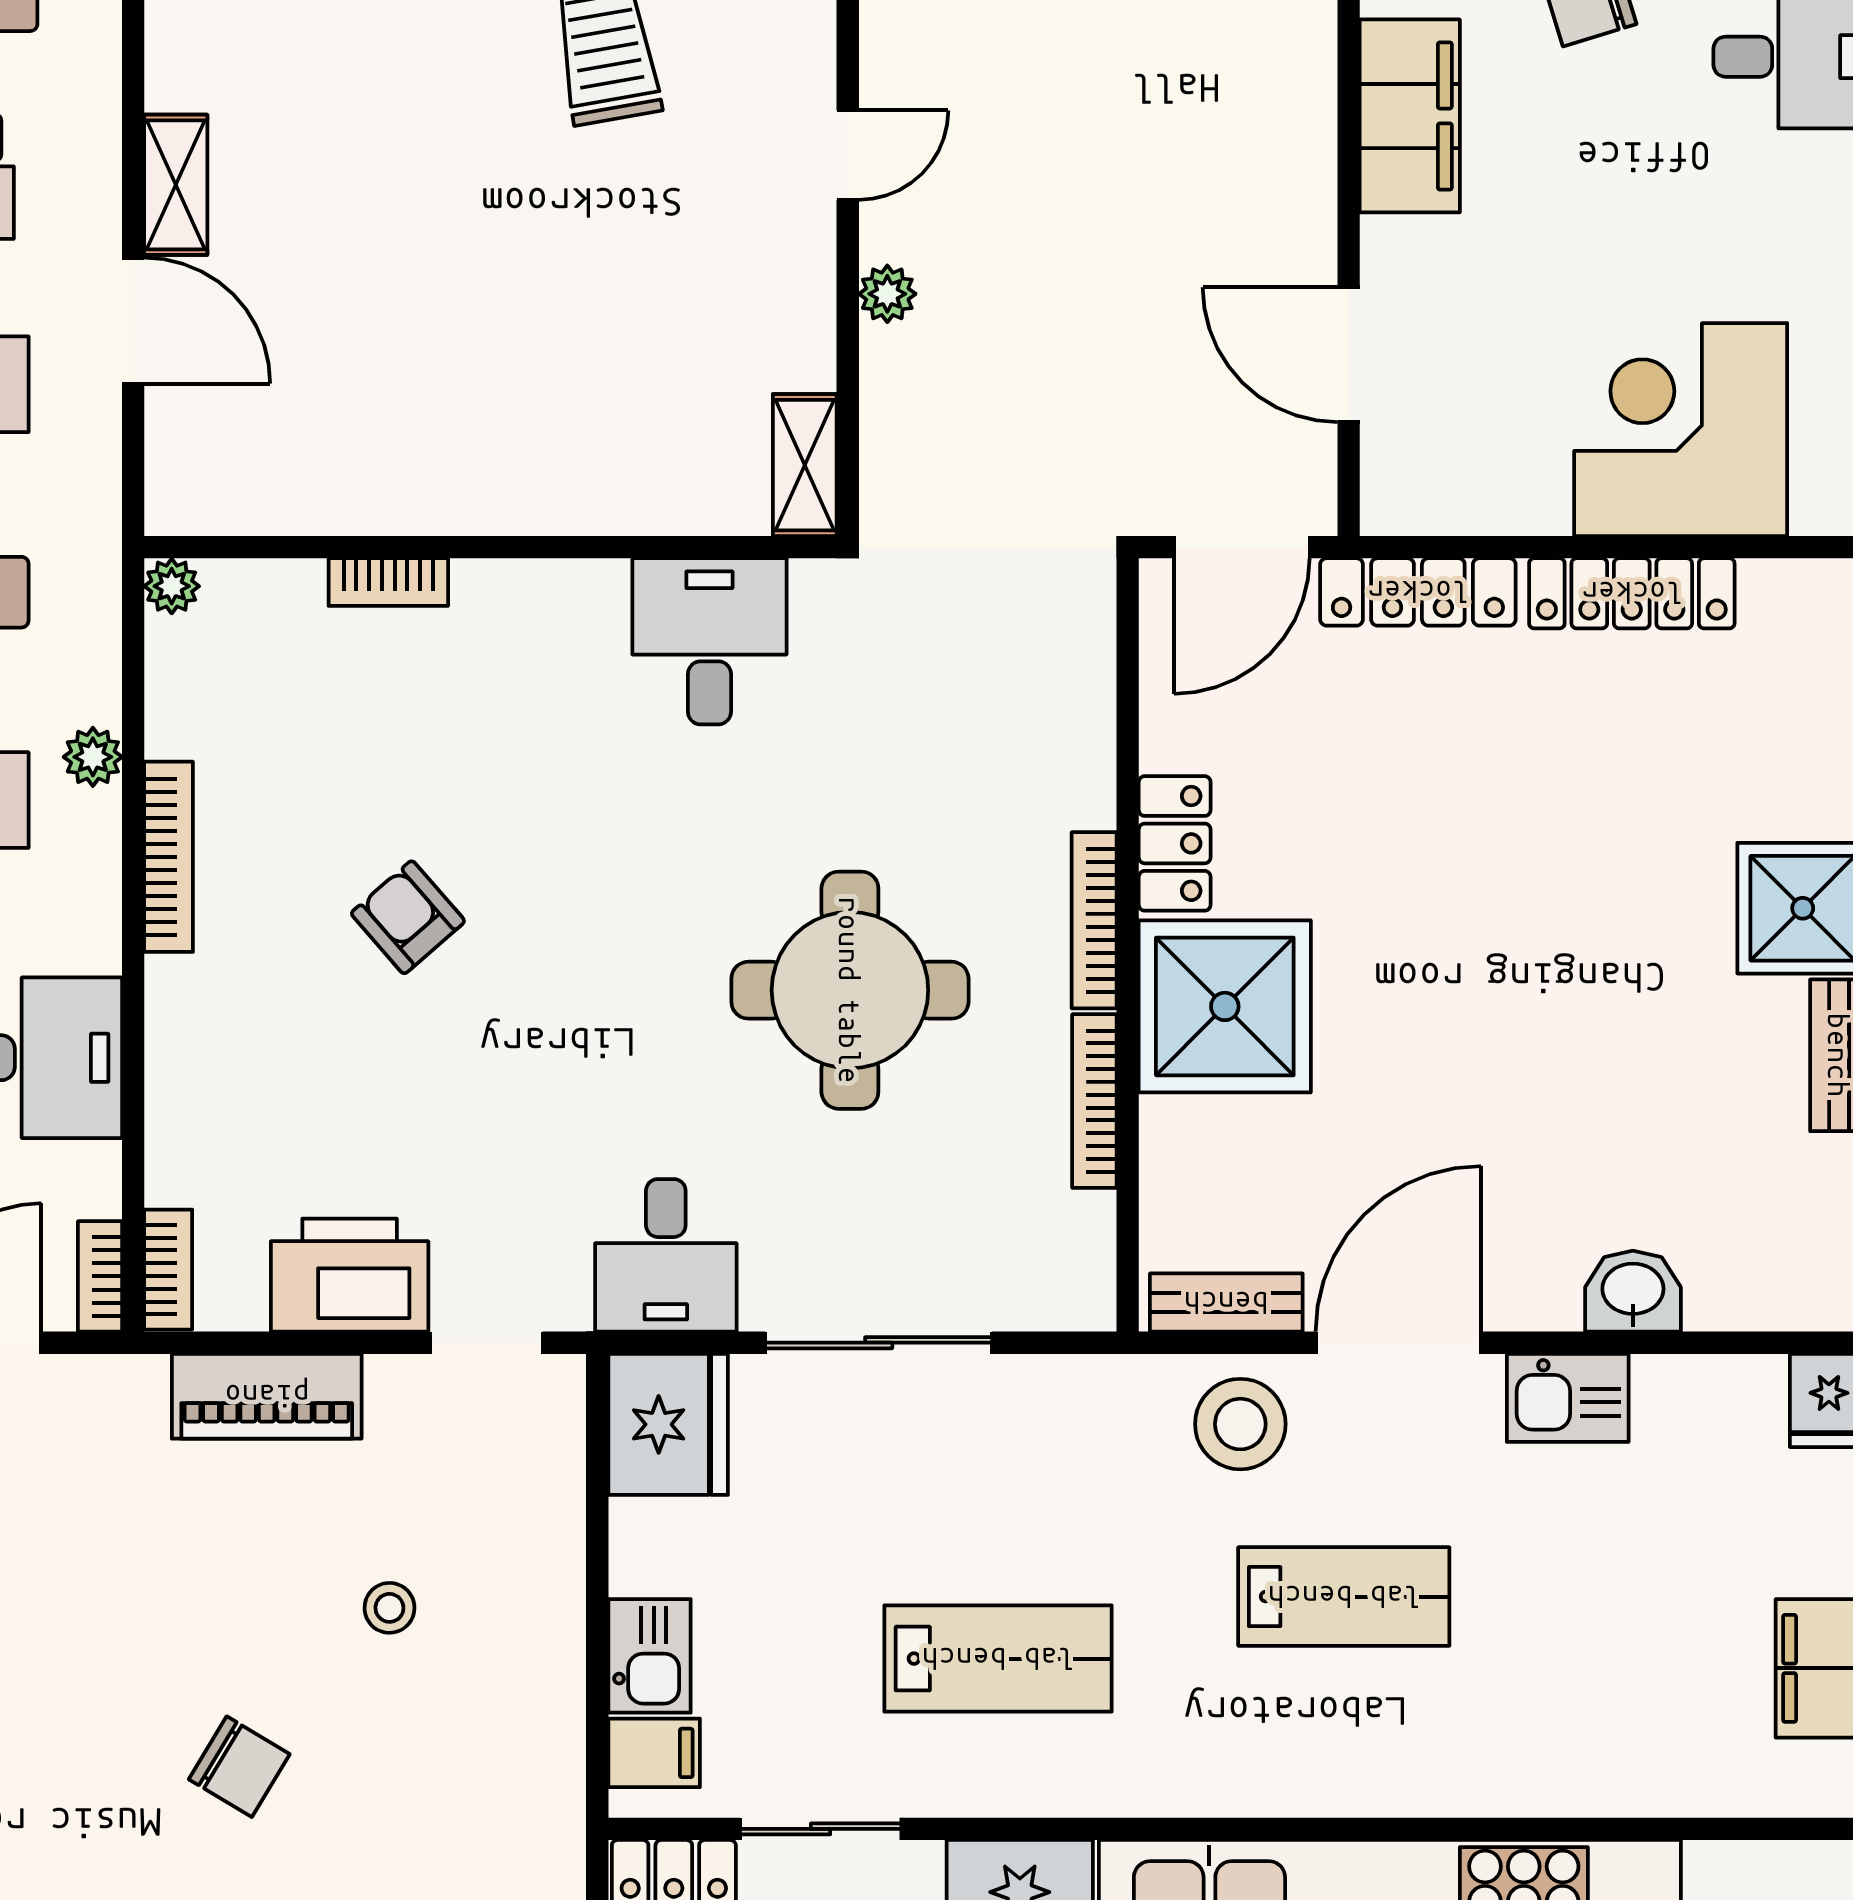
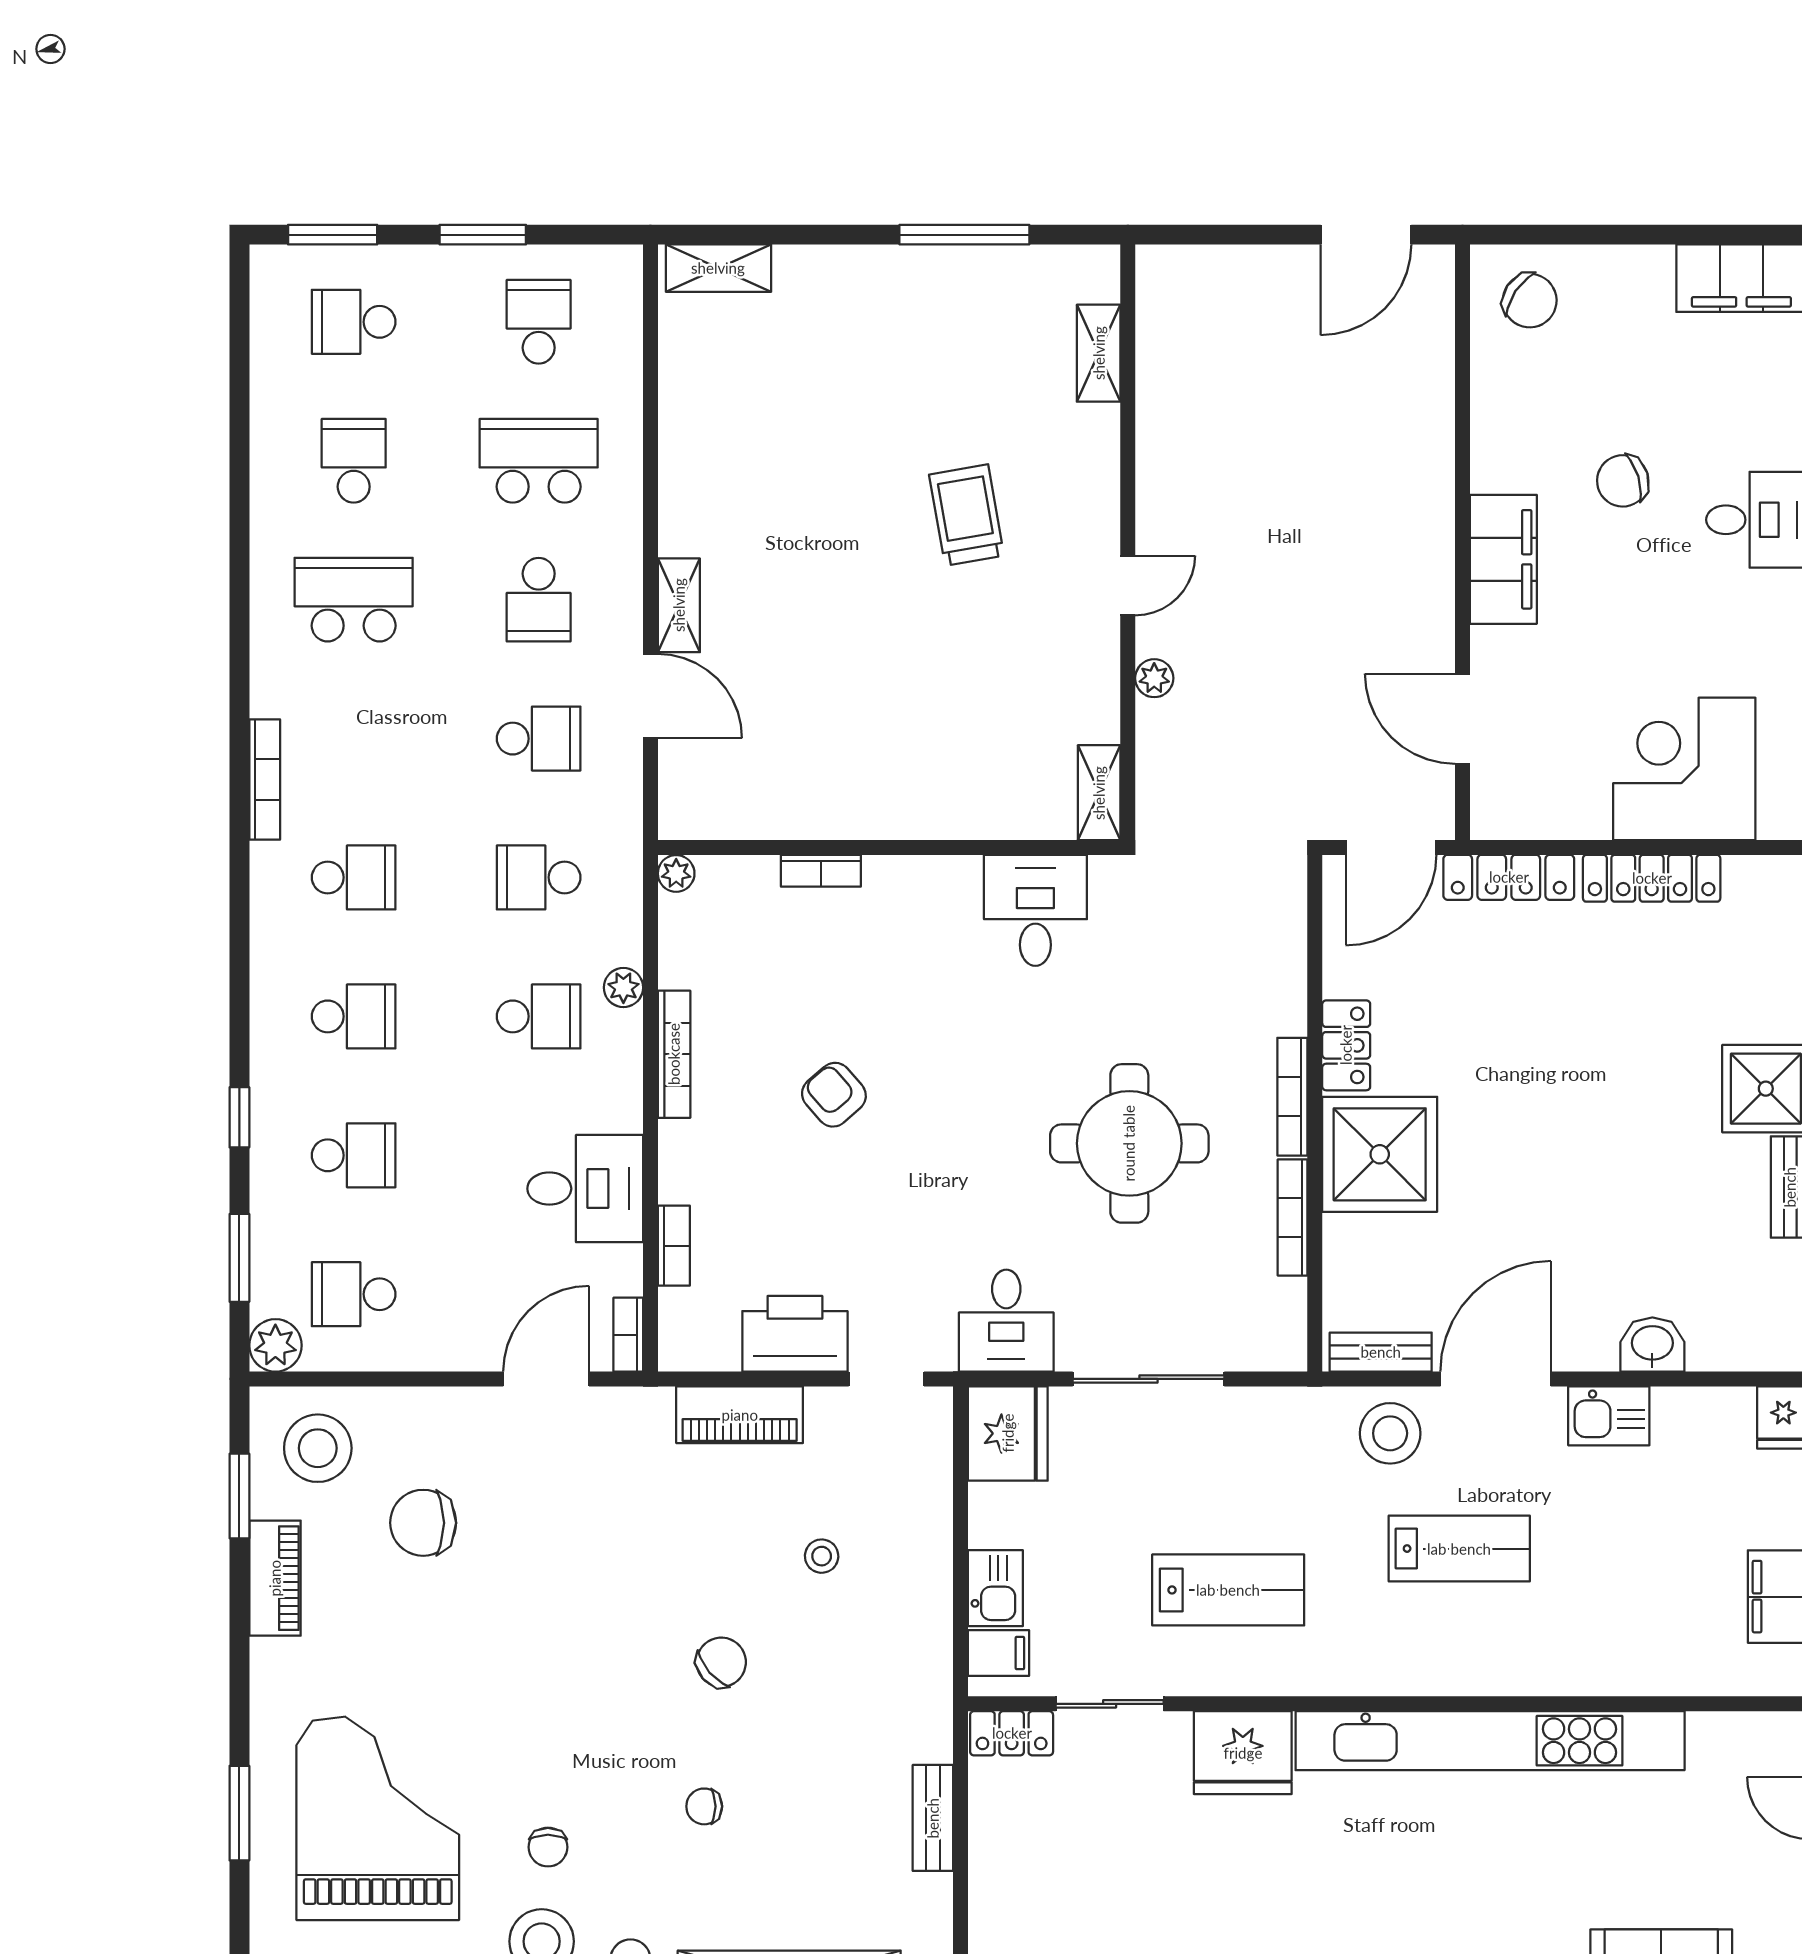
bookcase: (168, 1270) -> (674, 1246), moved
chair: (239, 1767) -> (721, 1662), turned -72

